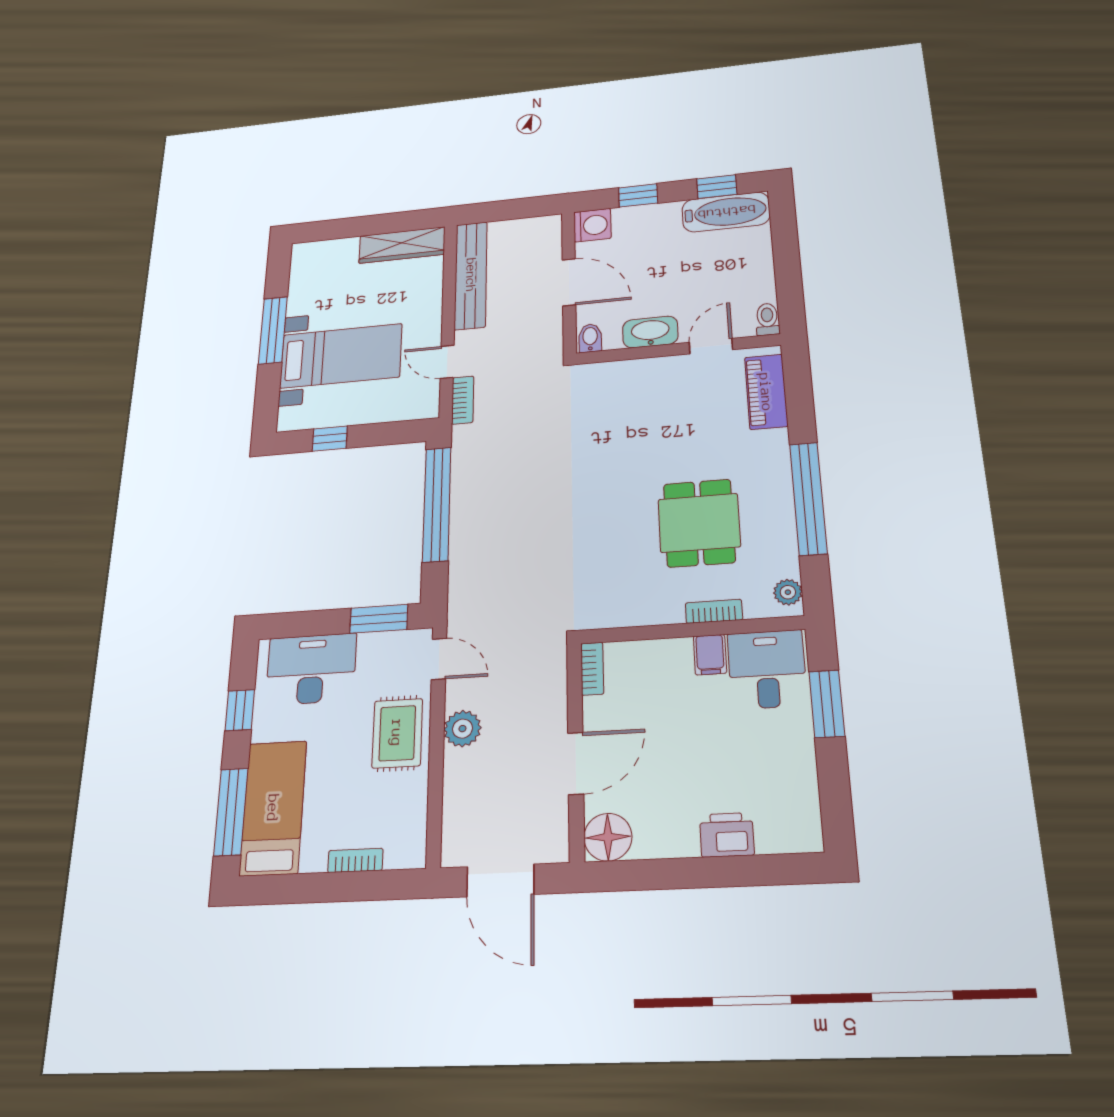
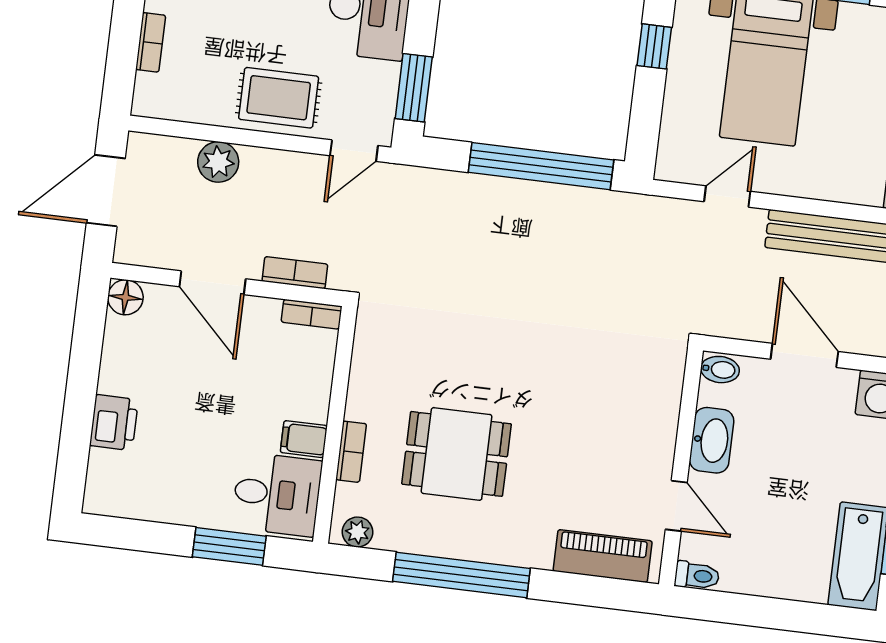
door: (569, 282) -> (804, 355), swing flipped
bookcase: (463, 400) -> (295, 273), moved, turned 180
plant: (462, 729) -> (218, 162), moved
floor lamp: (608, 837) -> (125, 297), width x0.73, depth x0.73

